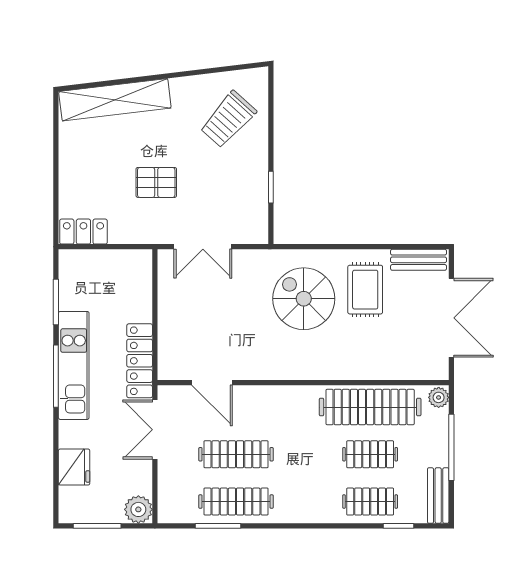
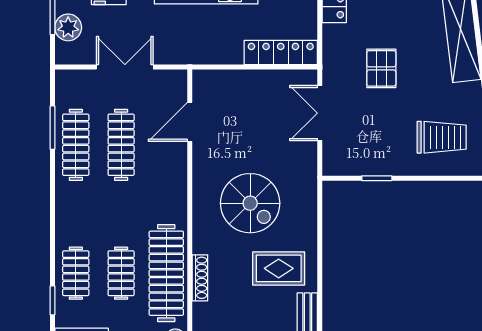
trolley: (228, 119) -> (442, 137), turned 138
spiral stairs: (304, 299) -> (250, 203), moved, turned 90
locker: (140, 361) -> (281, 53), moved
shoe rack: (375, 372) -> (200, 278), added
double door: (155, 430) -> (125, 67), moved
plant: (138, 509) -> (68, 27), moved

